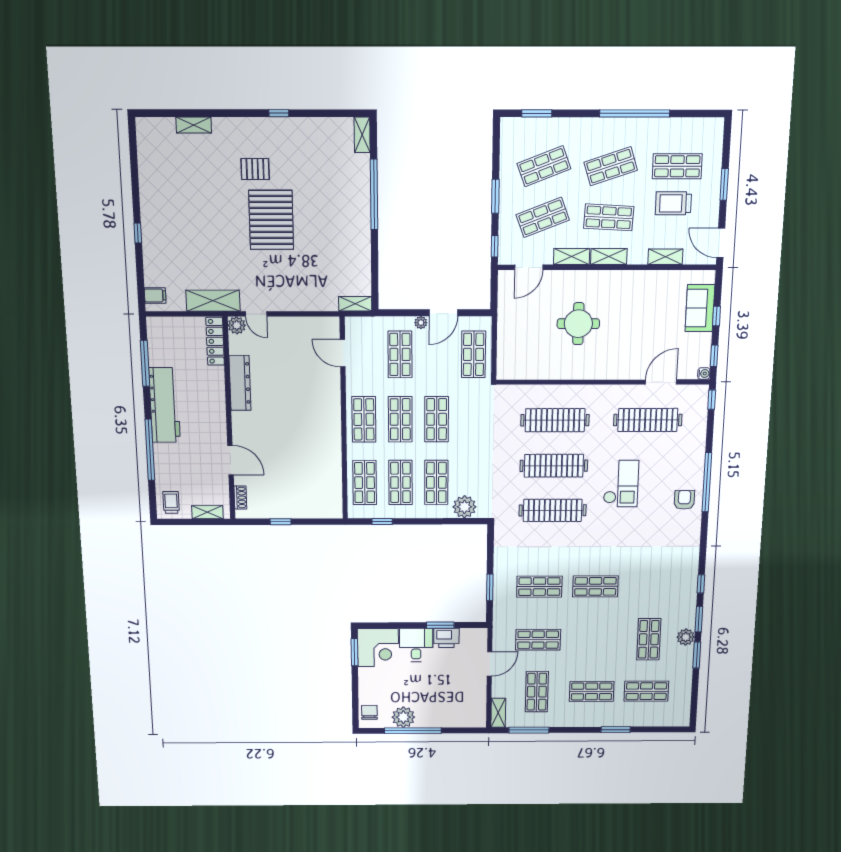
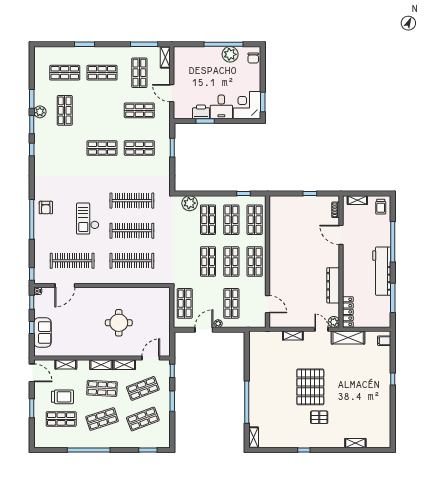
shelving: (355, 304) -> (293, 335), moved
door: (489, 664) -> (172, 93), hinge flipped

